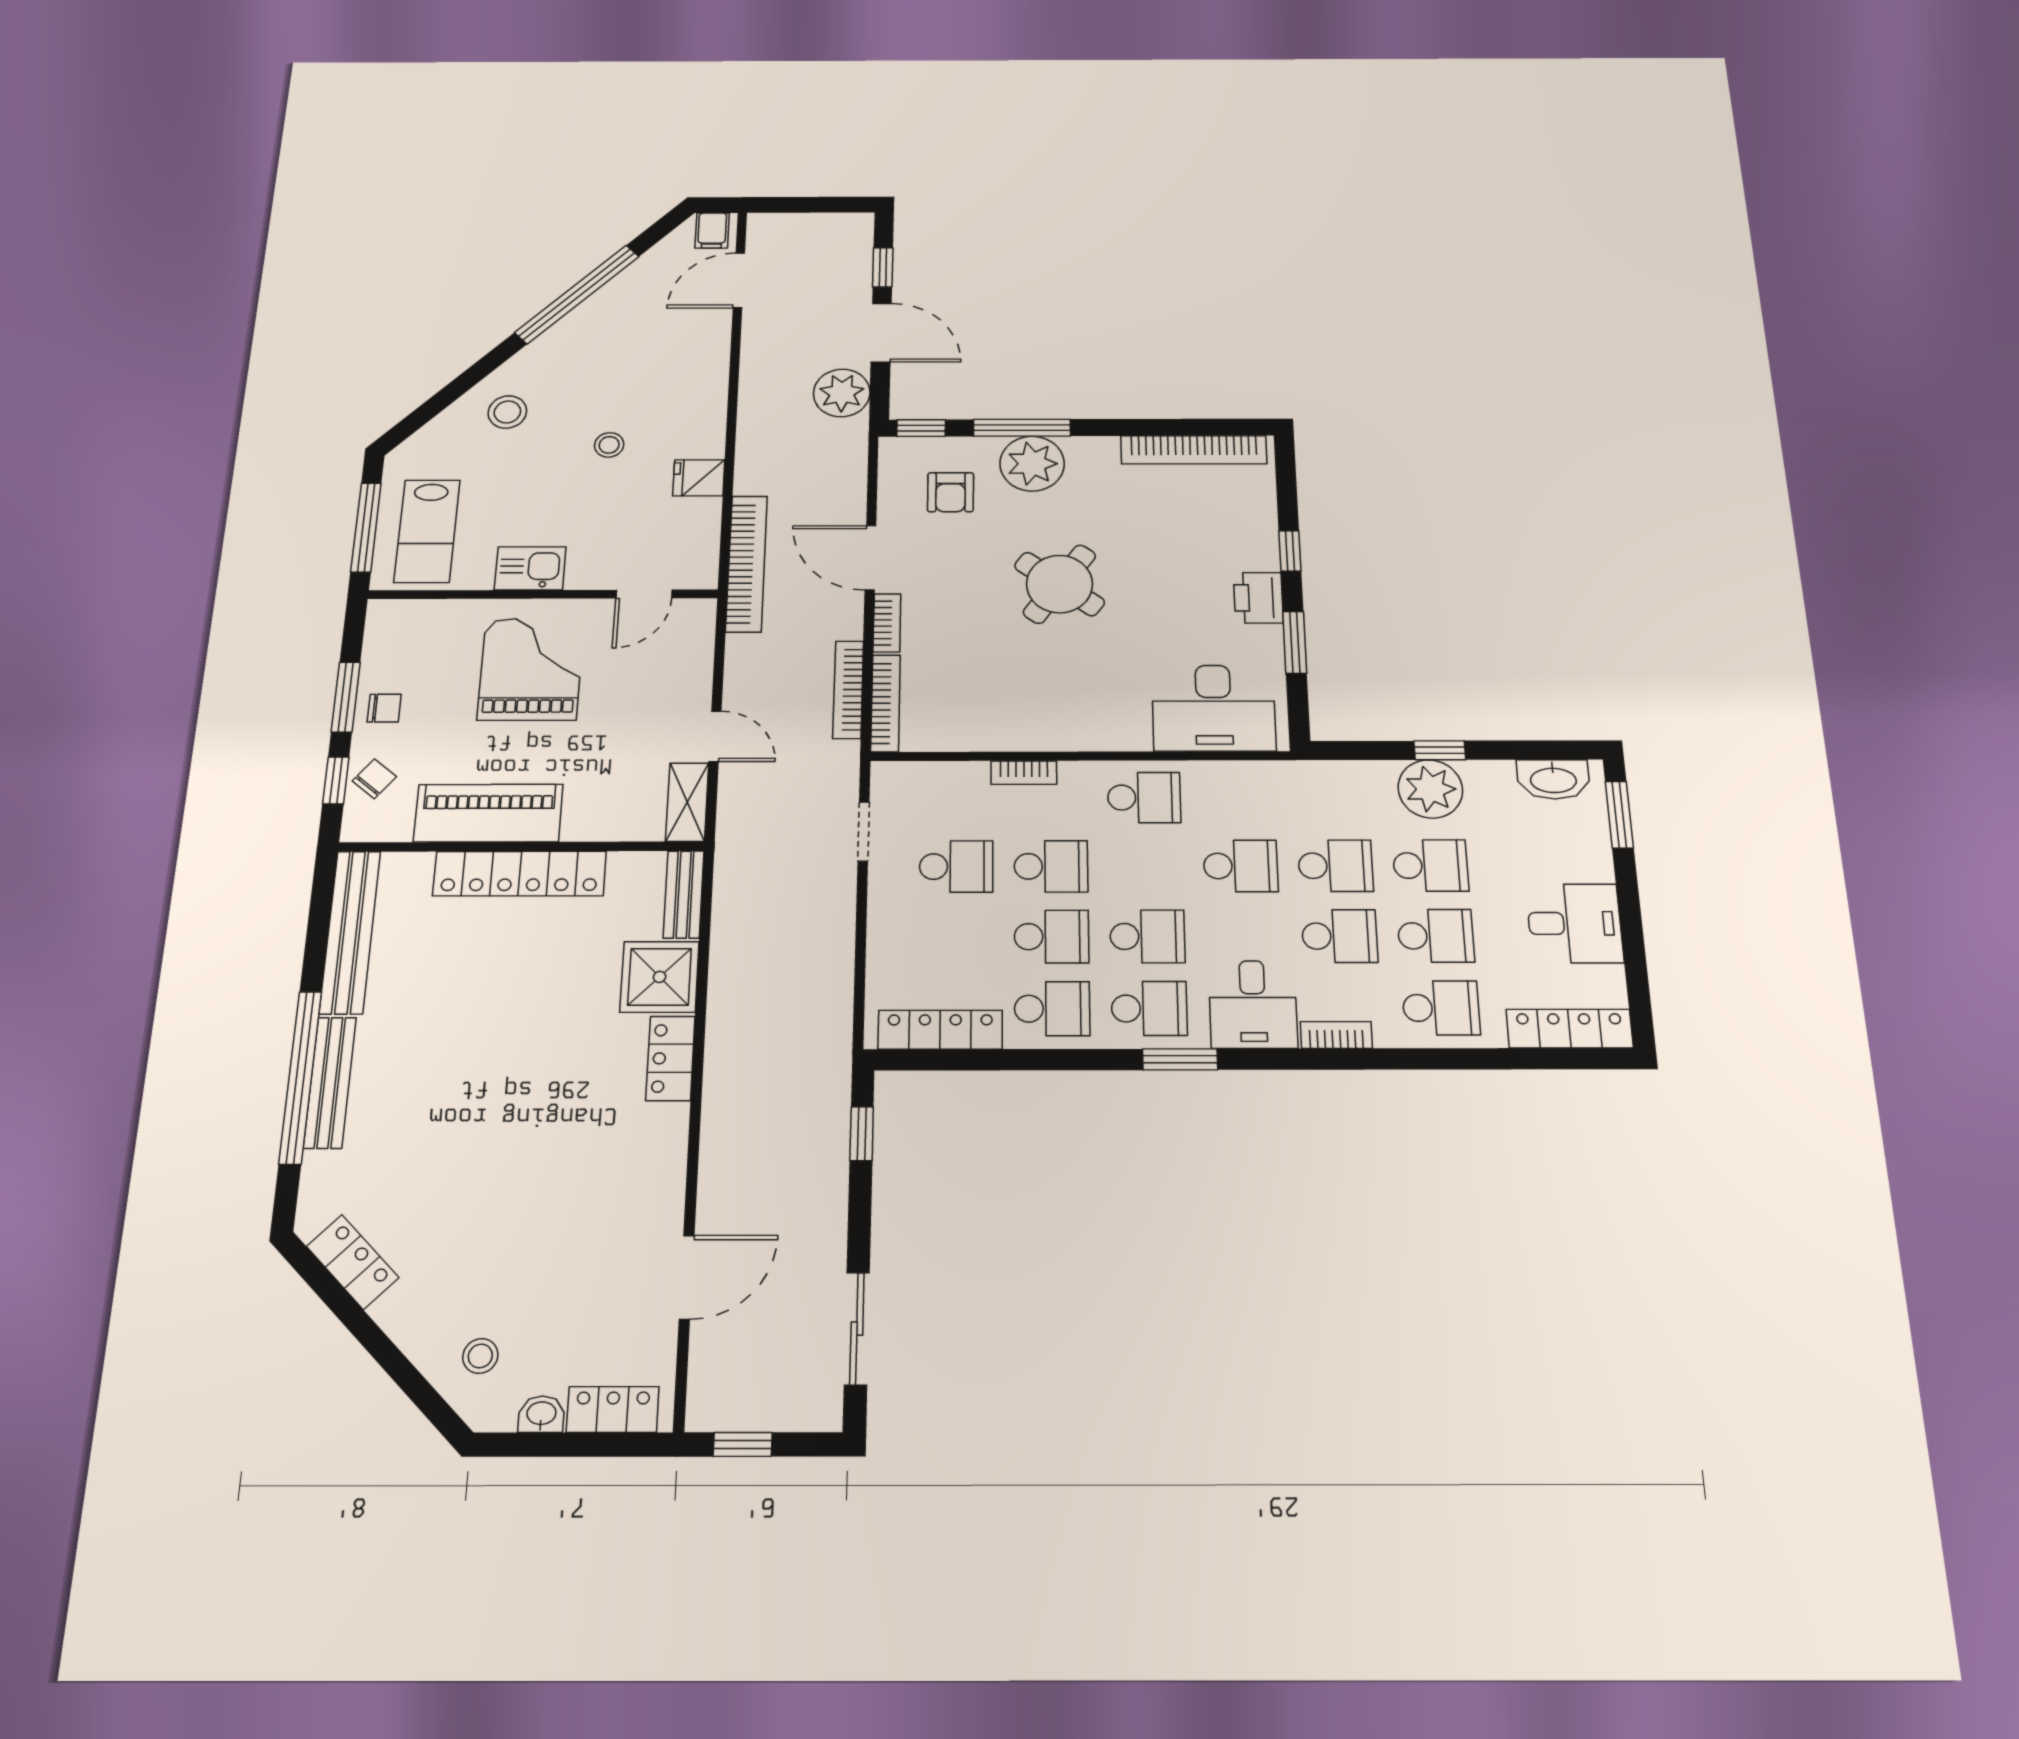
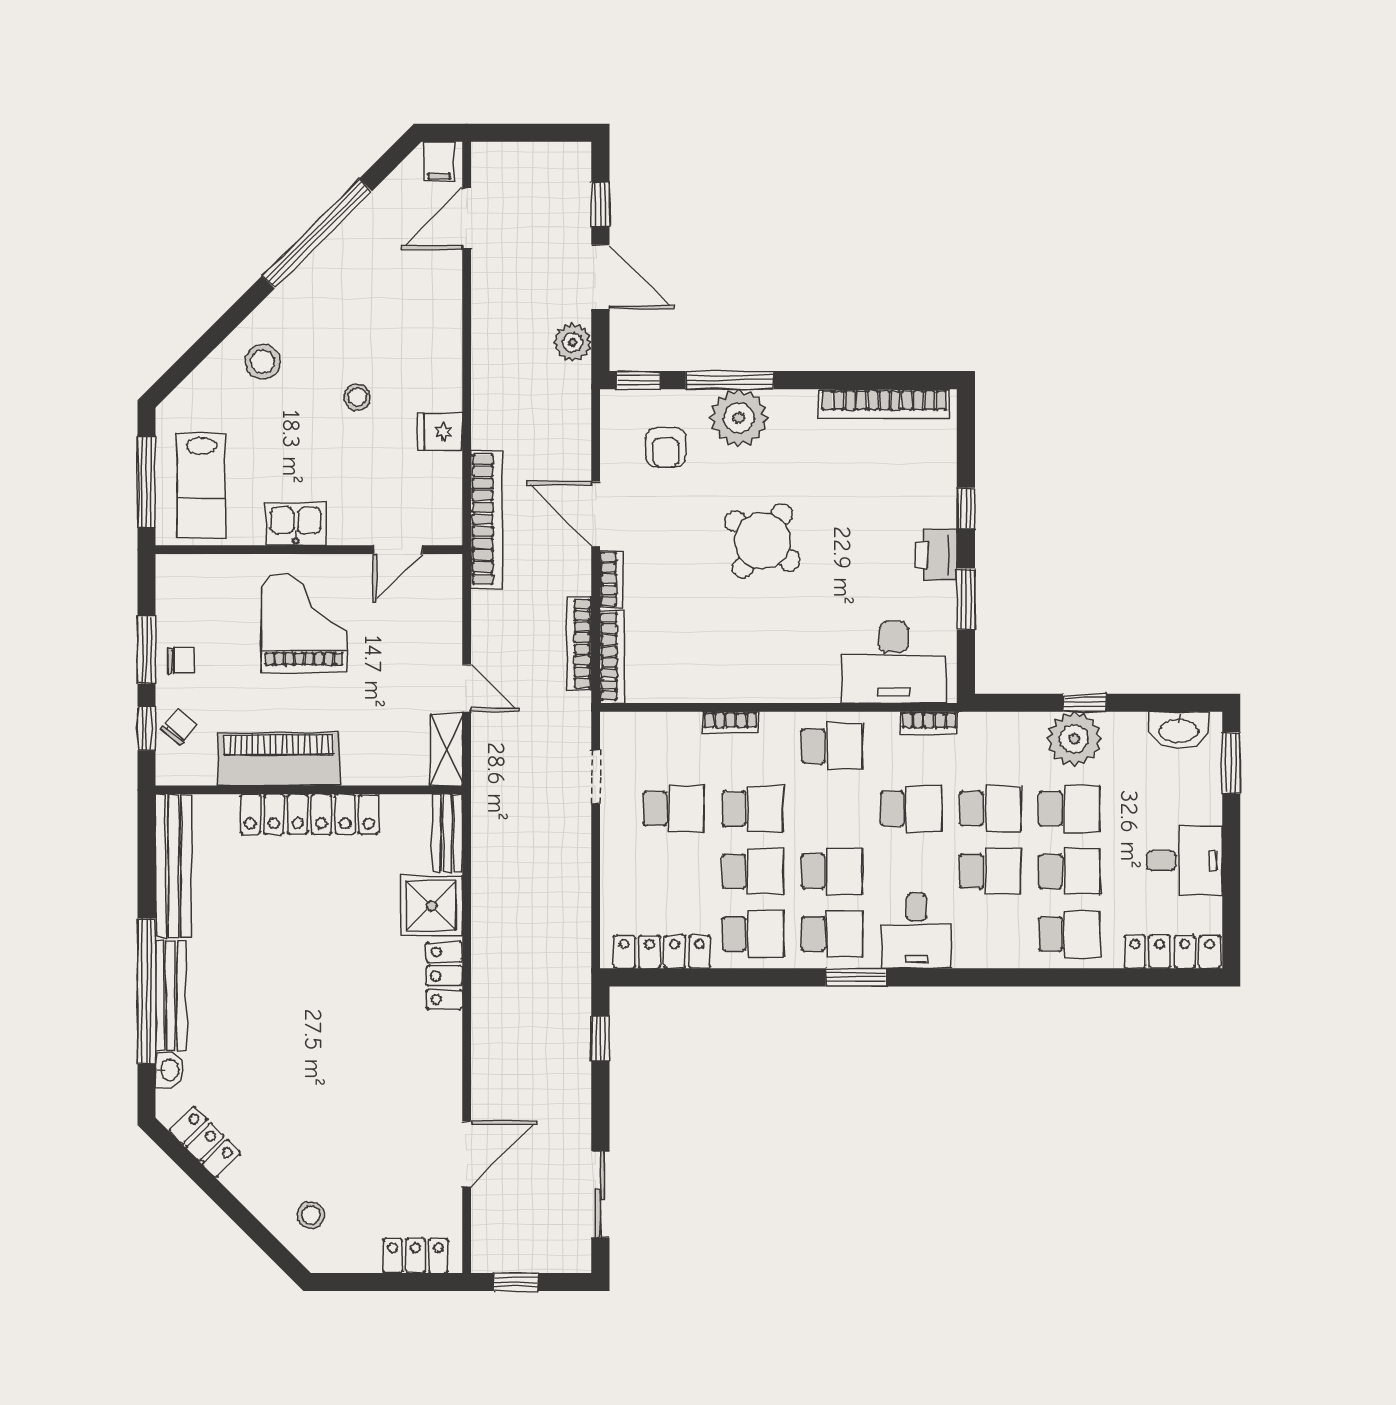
plant: (842, 393) -> (573, 342), width x0.73, depth x0.73
bookcase: (1336, 1035) -> (929, 723), moved, turned 180
washbasin: (541, 1414) -> (169, 1070), moved, turned 90

